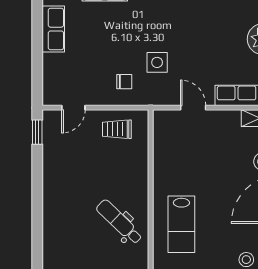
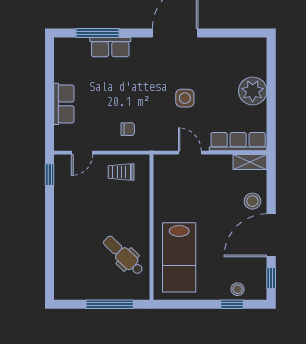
row of seats: (53, 29) -> (64, 104), moved
side table: (157, 62) -> (185, 98), moved
lab bench: (181, 224) -> (179, 257), width x1.36, depth x1.39

